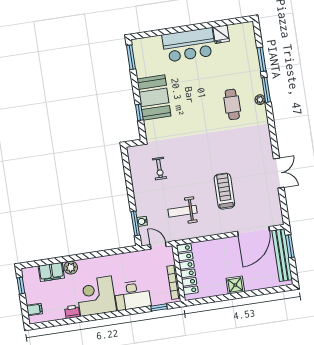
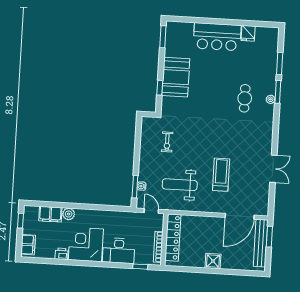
weight bench: (182, 211) -> (180, 185), width x1.36, depth x1.33
filing cabinet: (34, 310) -> (28, 245), width x2.00

